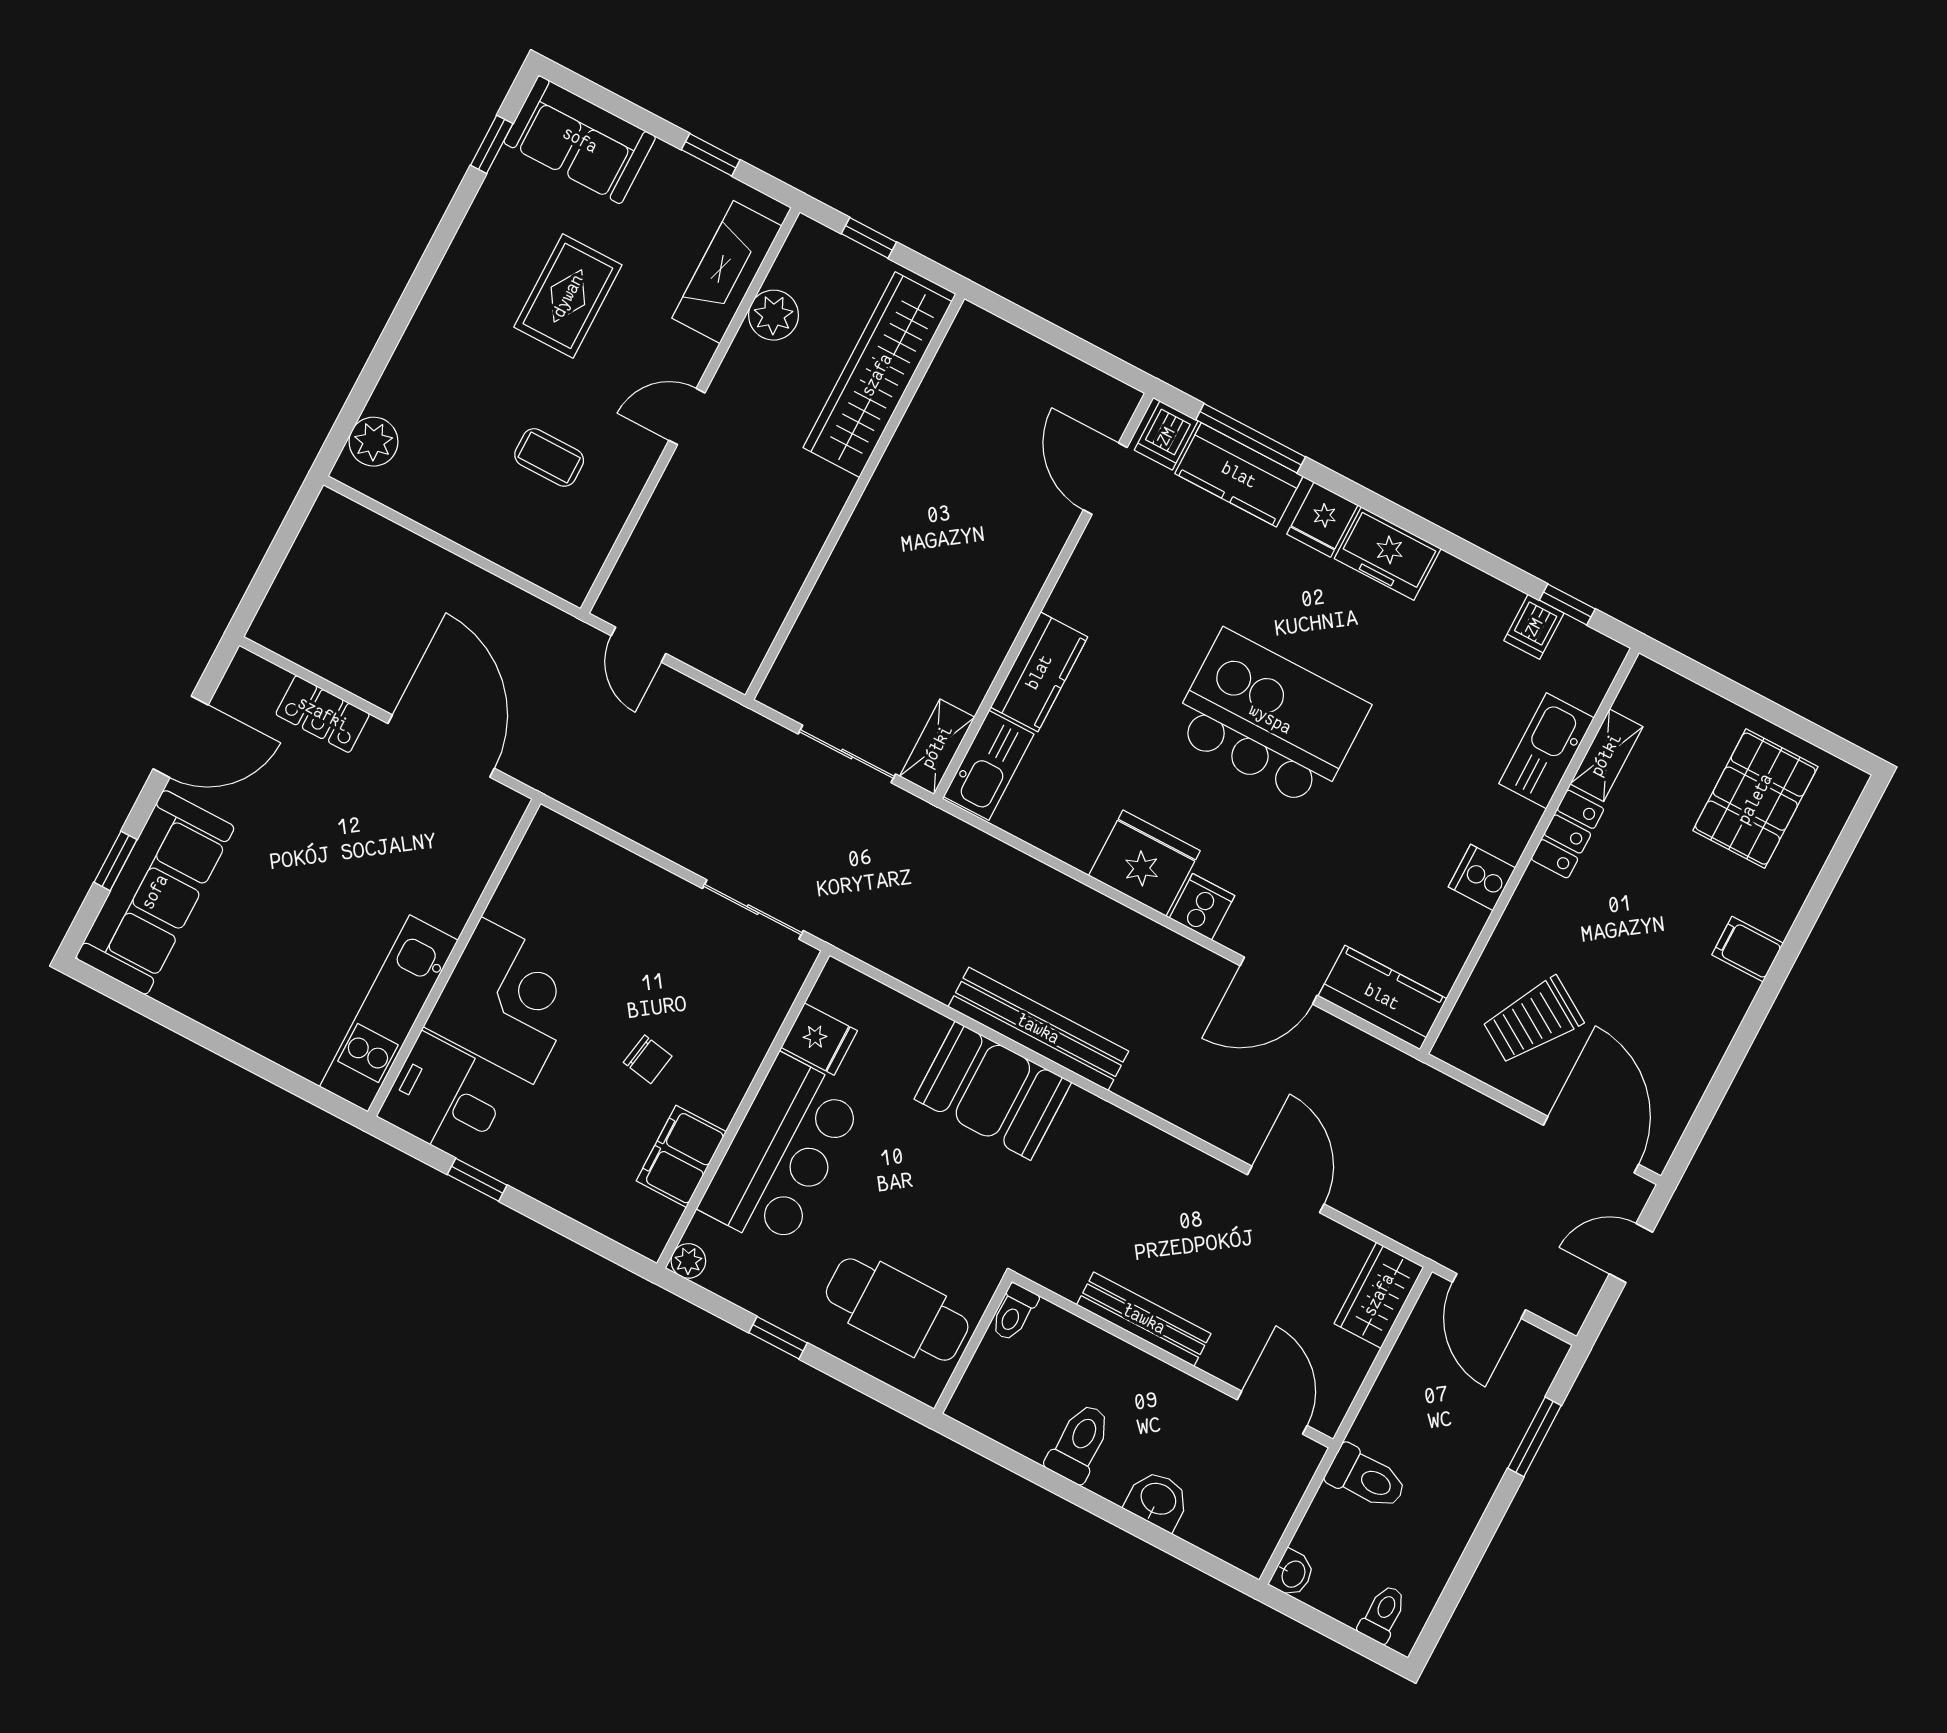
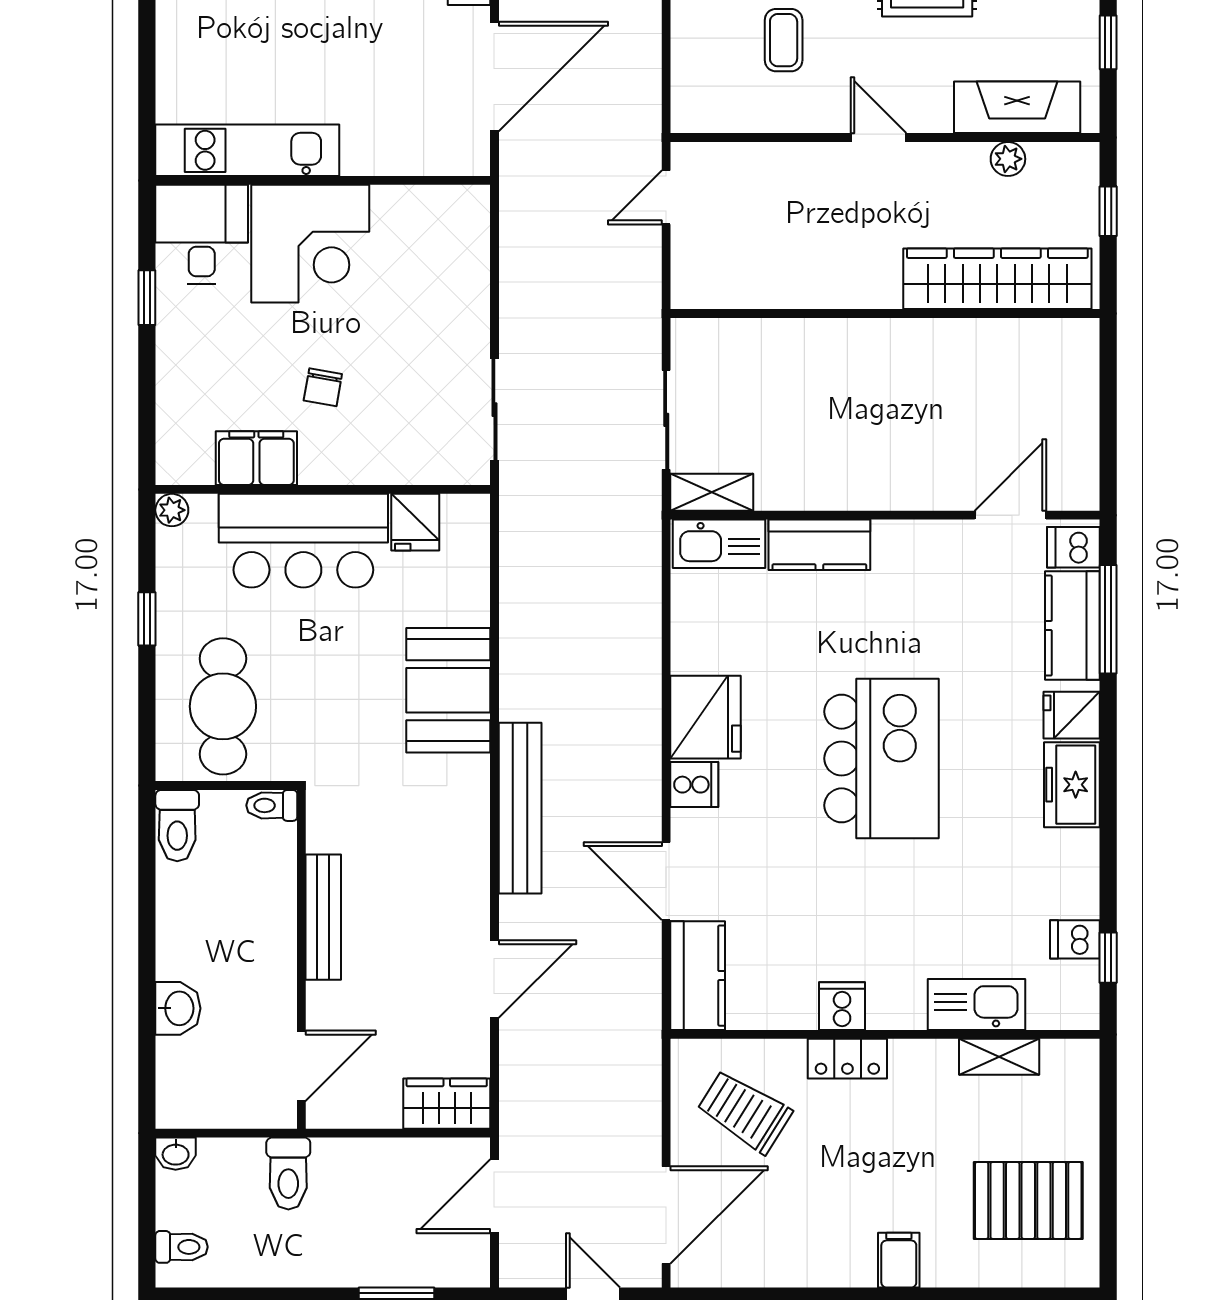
plant: (773, 315) -> (1008, 159), width x0.73, depth x0.73
locker: (1567, 834) -> (847, 1059), moved
bench: (1038, 1029) -> (520, 808), moved
toilet: (1079, 1443) -> (177, 826), moved, turned 90

